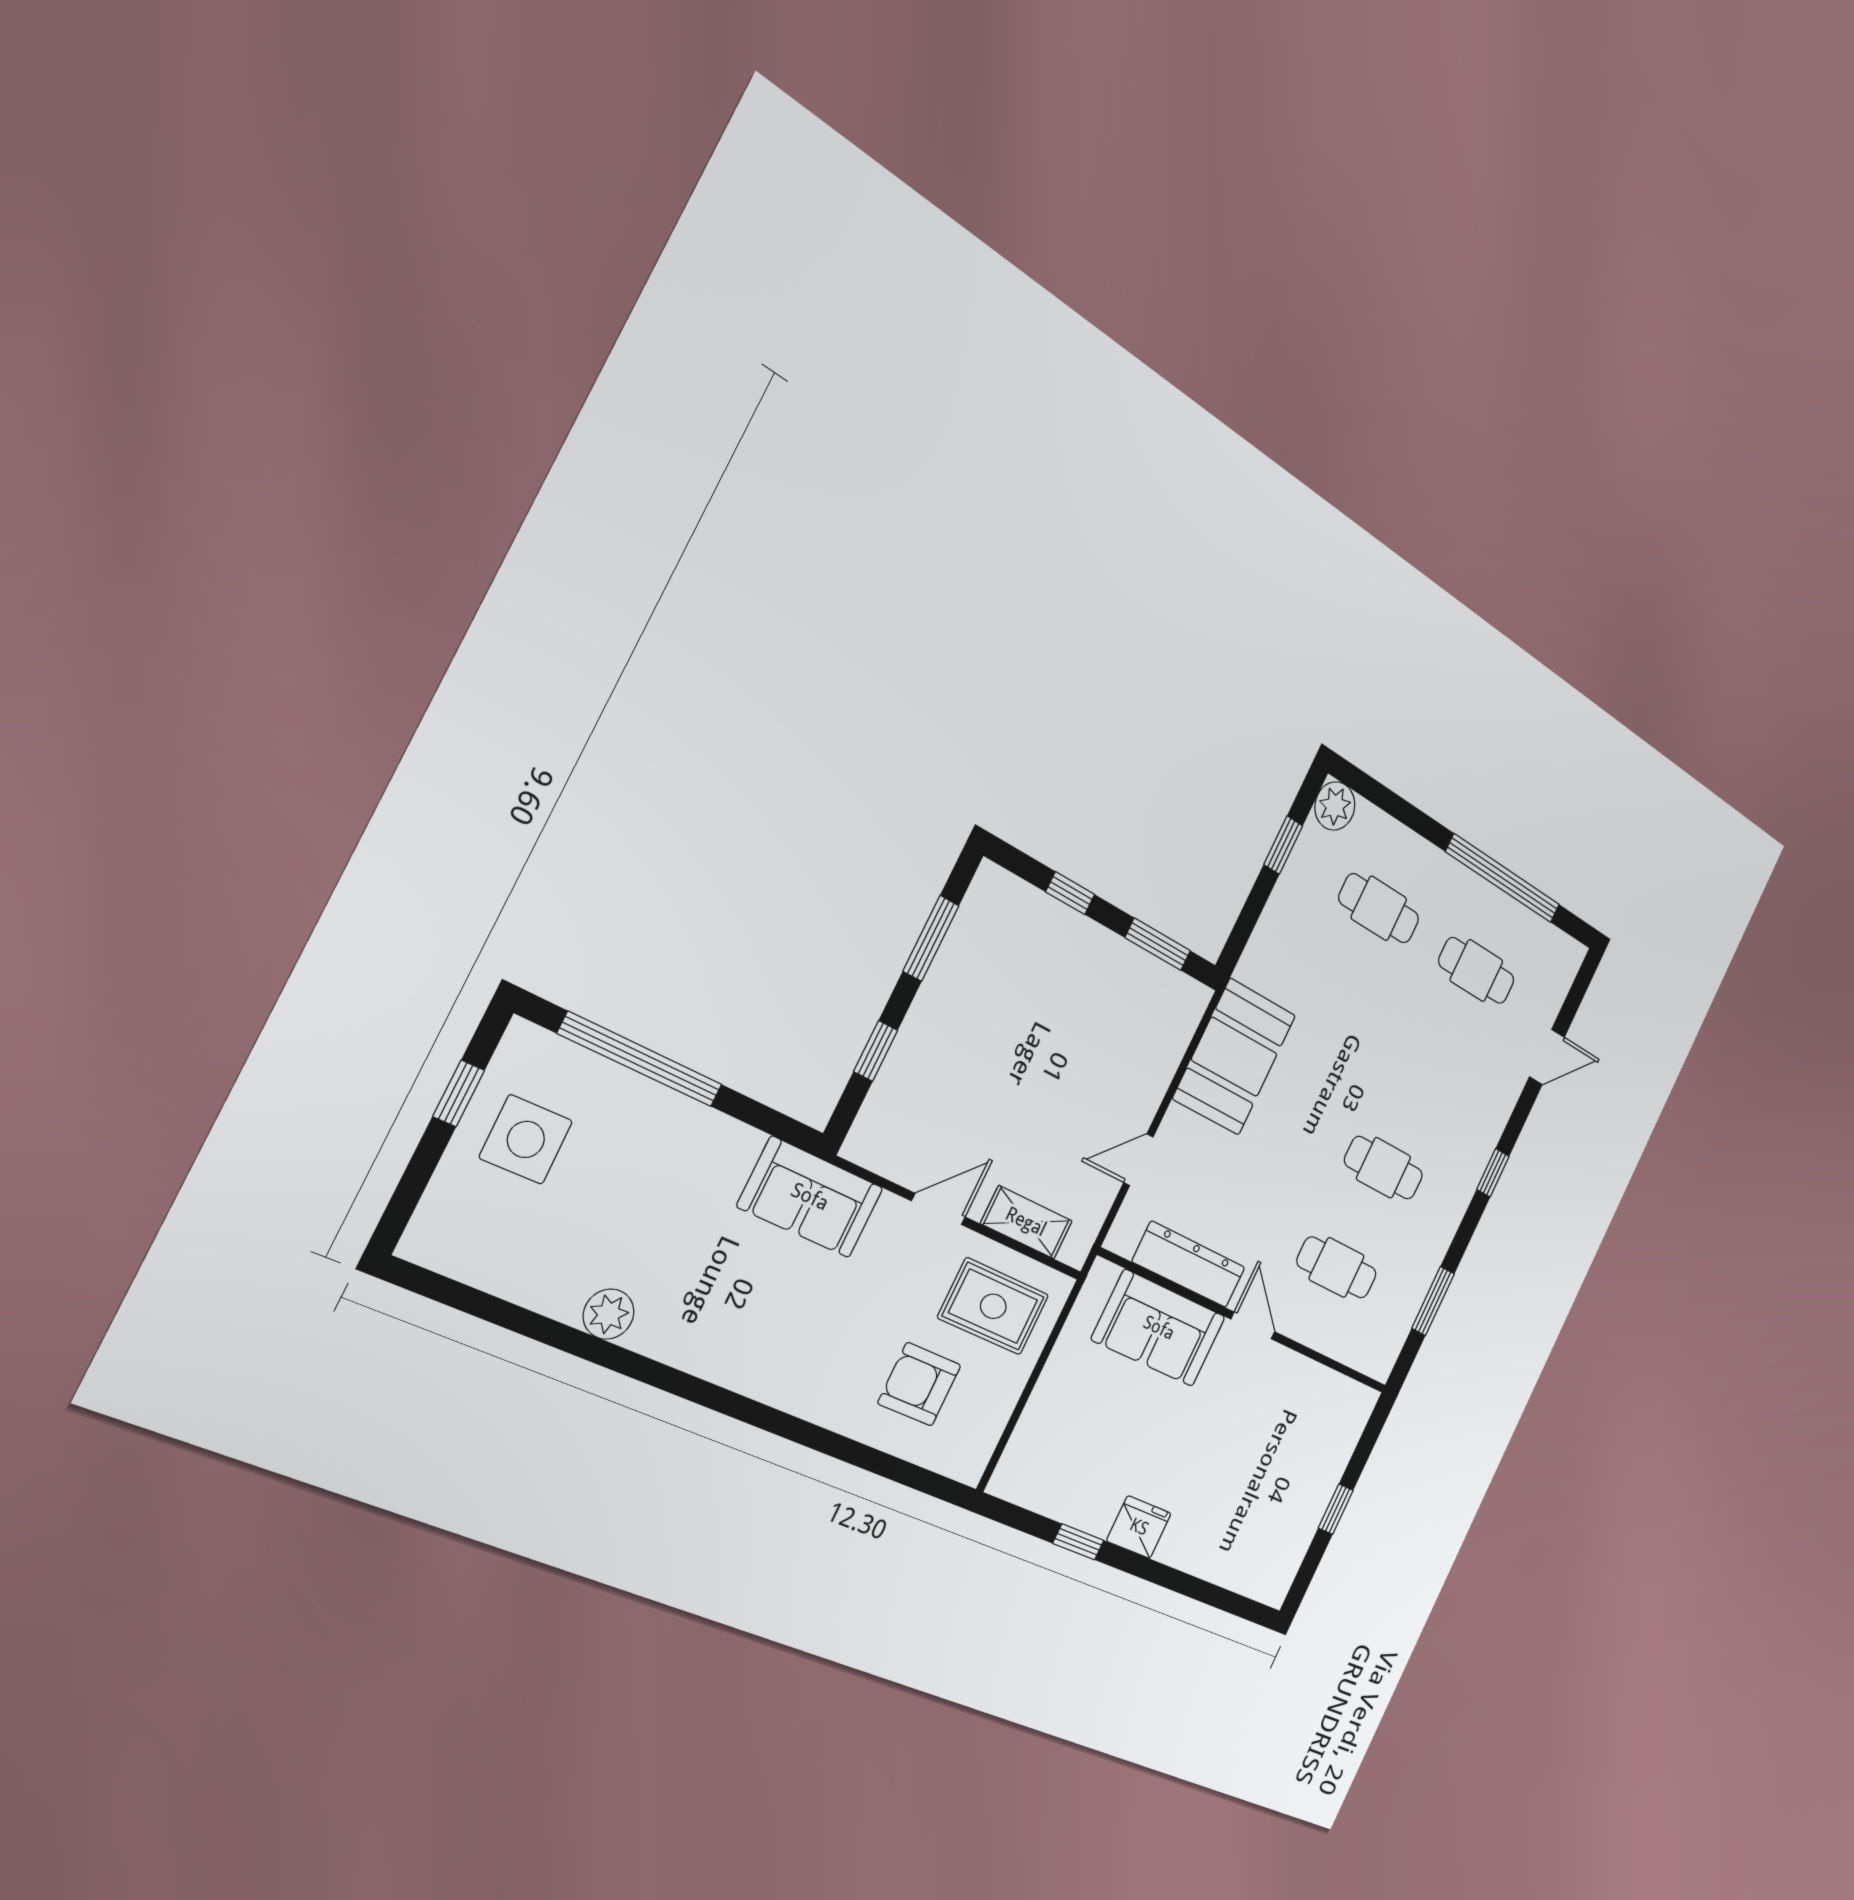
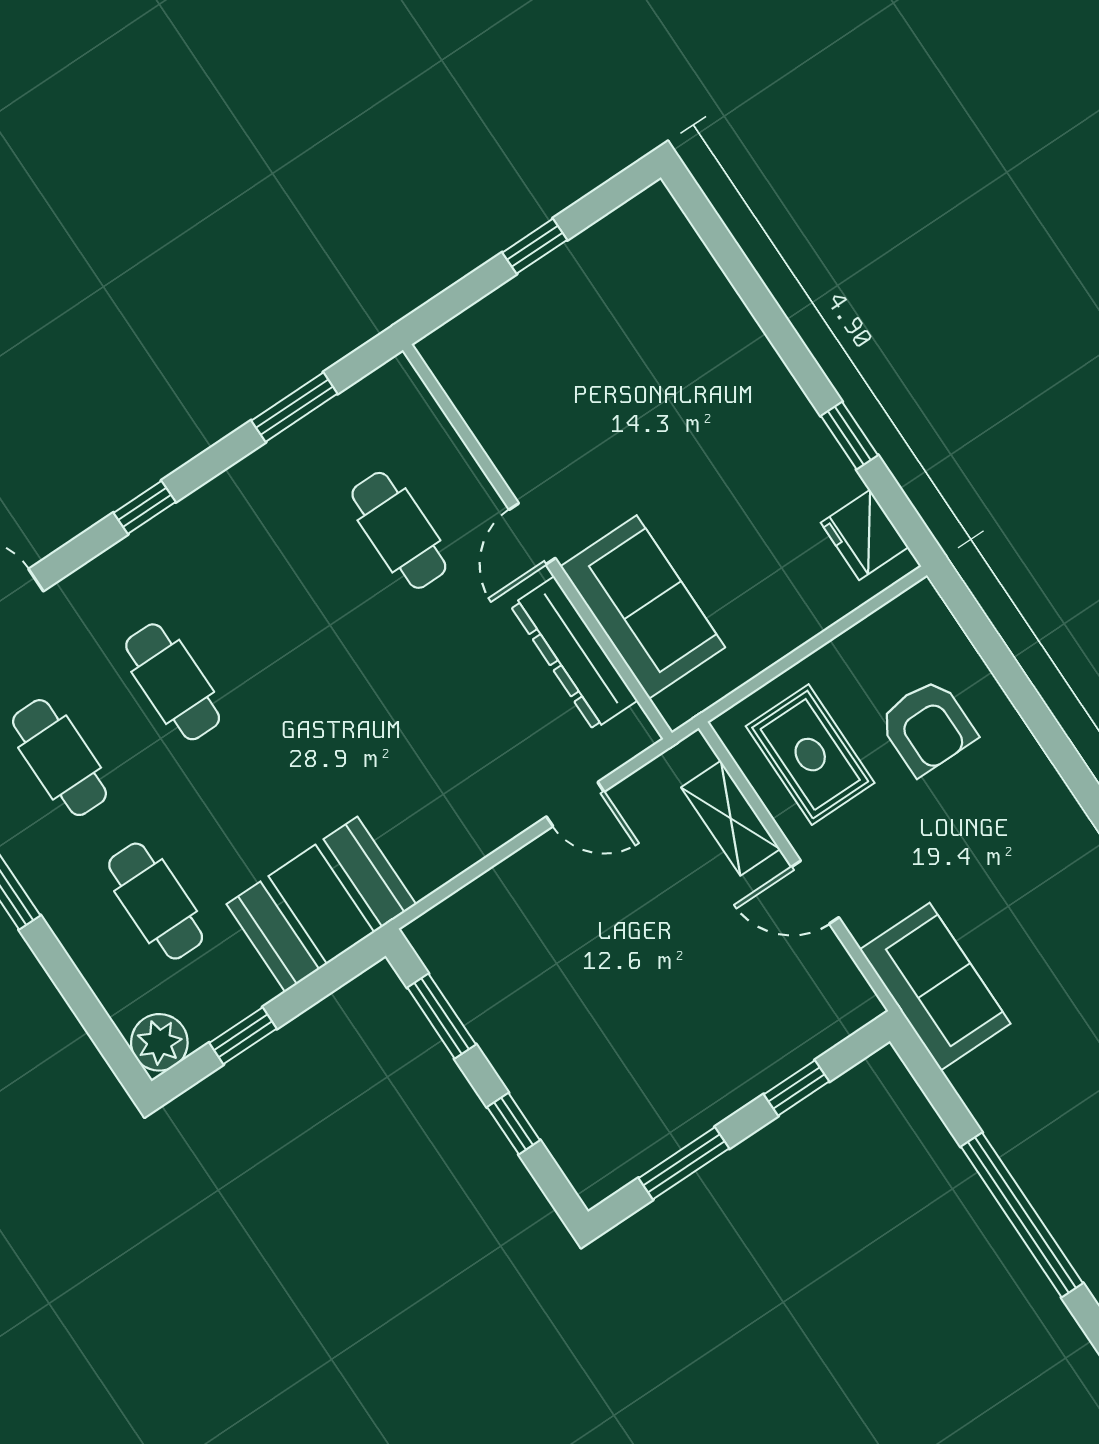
booth: (1234, 1057) -> (321, 904), moved
cafe table: (1384, 1168) -> (173, 682), moved
fridge: (1139, 1527) -> (865, 535), moved

